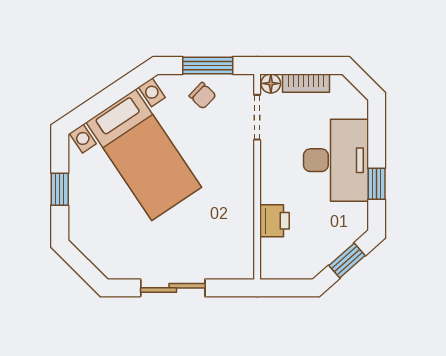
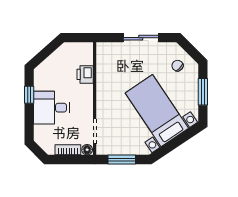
chair: (203, 96) -> (177, 66), moved
desk: (336, 160) -> (51, 108), width x0.73
window: (60, 189) -> (203, 92), width x1.50
window: (347, 260) -> (45, 53), removed

